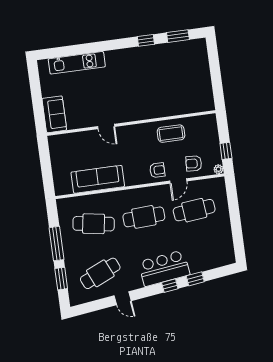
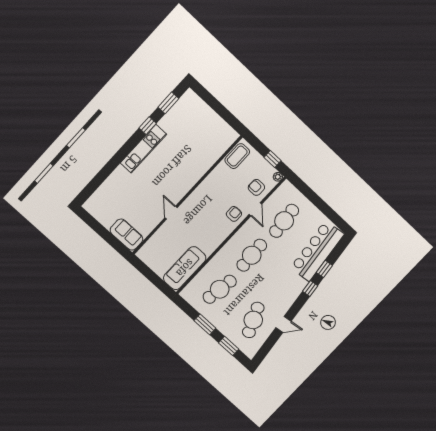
kitchen unit: (77, 63) -> (143, 149), moved
door: (106, 126) -> (171, 213), swing flipped
coffee table: (171, 134) -> (237, 156), moved
armchair: (194, 163) -> (256, 187), turned 86
sofa: (98, 179) -> (185, 268), moved
window: (56, 244) -> (205, 324), width x0.69
bar counter: (164, 268) -> (317, 251), moved, width x1.36

